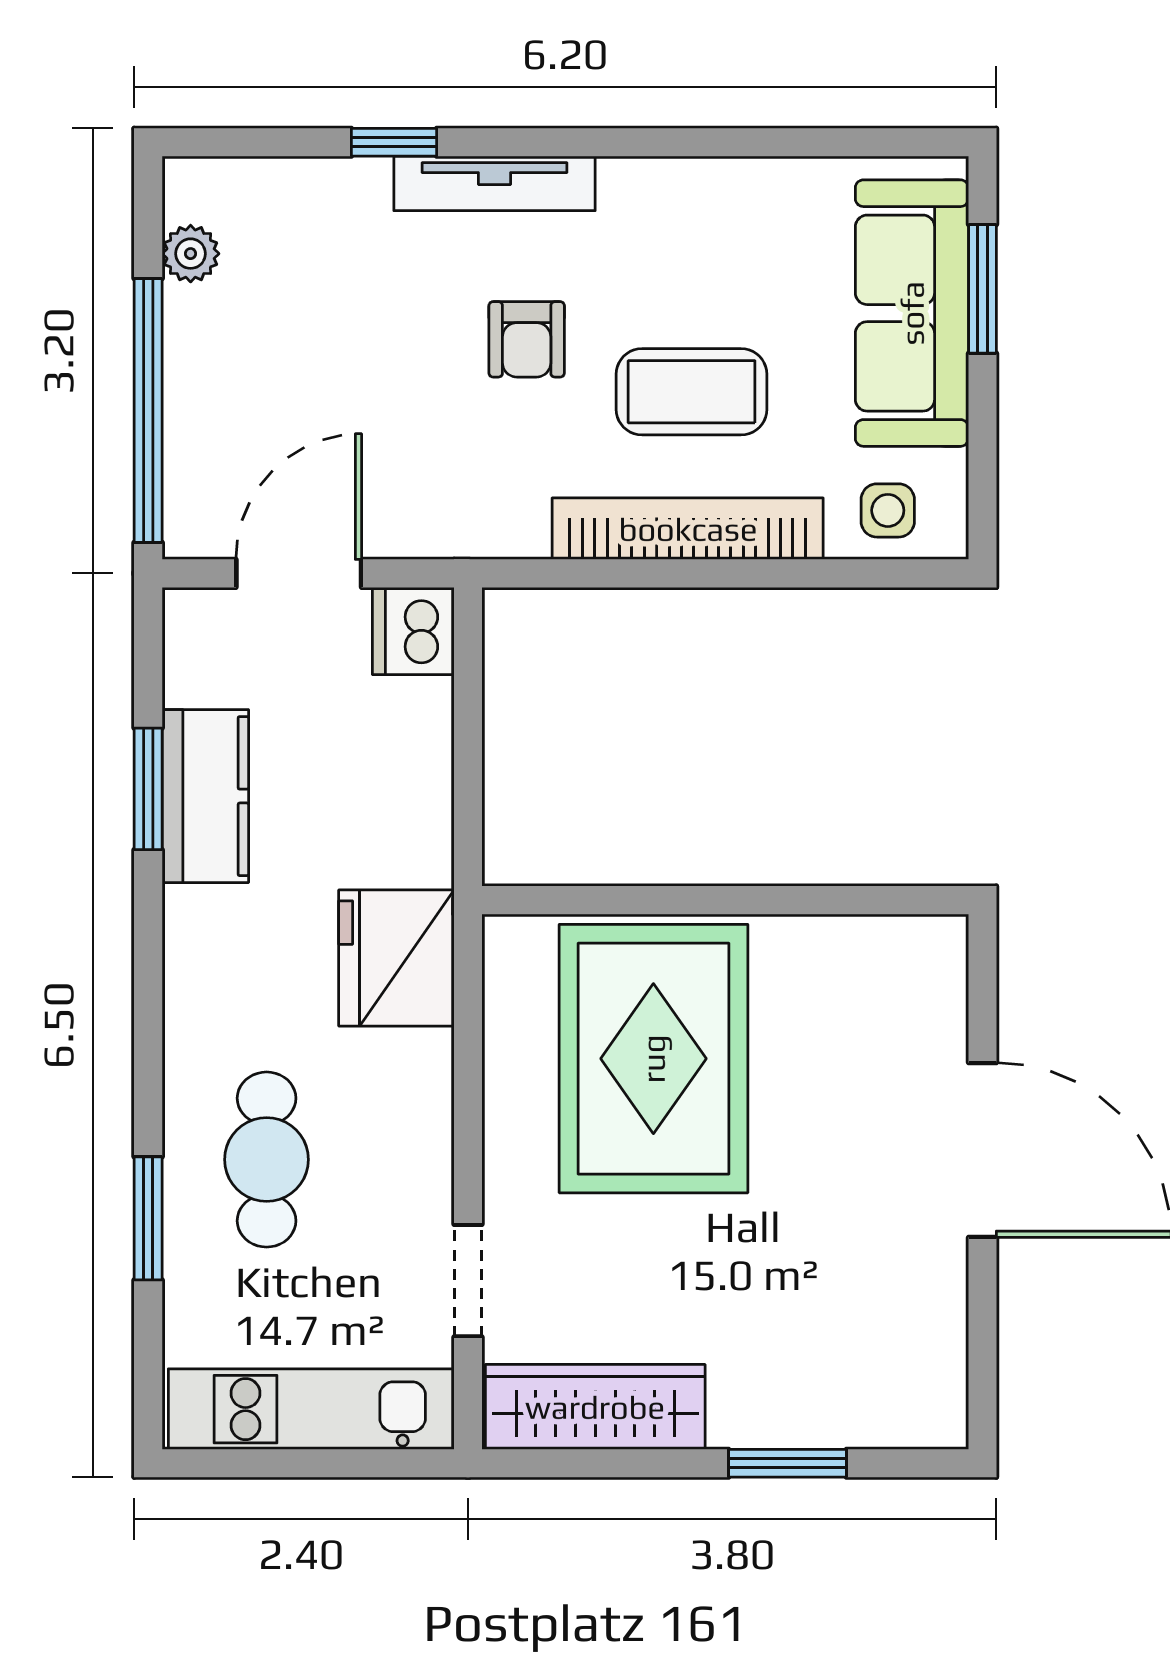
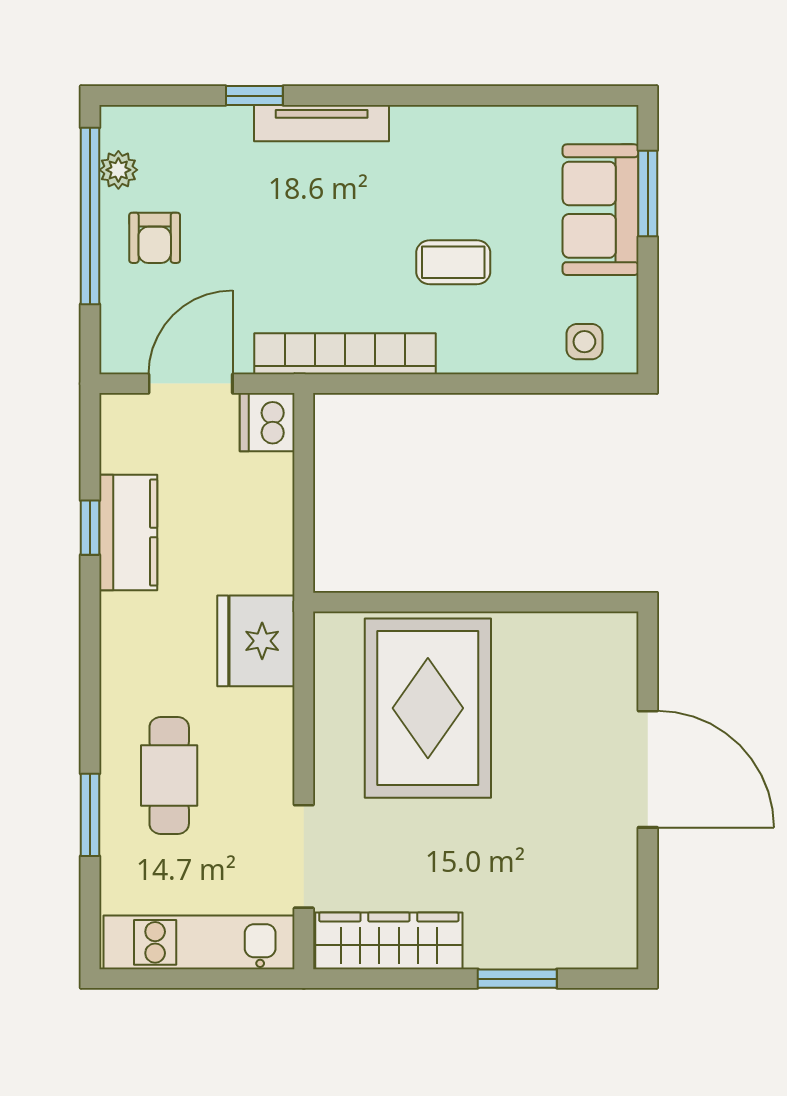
sofa: (912, 313) -> (601, 210), width x0.73
armchair: (527, 339) -> (155, 238), moved
coffee table: (692, 392) -> (453, 262), width x0.73, depth x0.77
window: (148, 410) -> (90, 216), moved
bookcase: (688, 529) -> (345, 354), moved
window: (148, 789) -> (90, 528), width x0.67
doorway: (468, 1281) -> (304, 856), width x1.38

